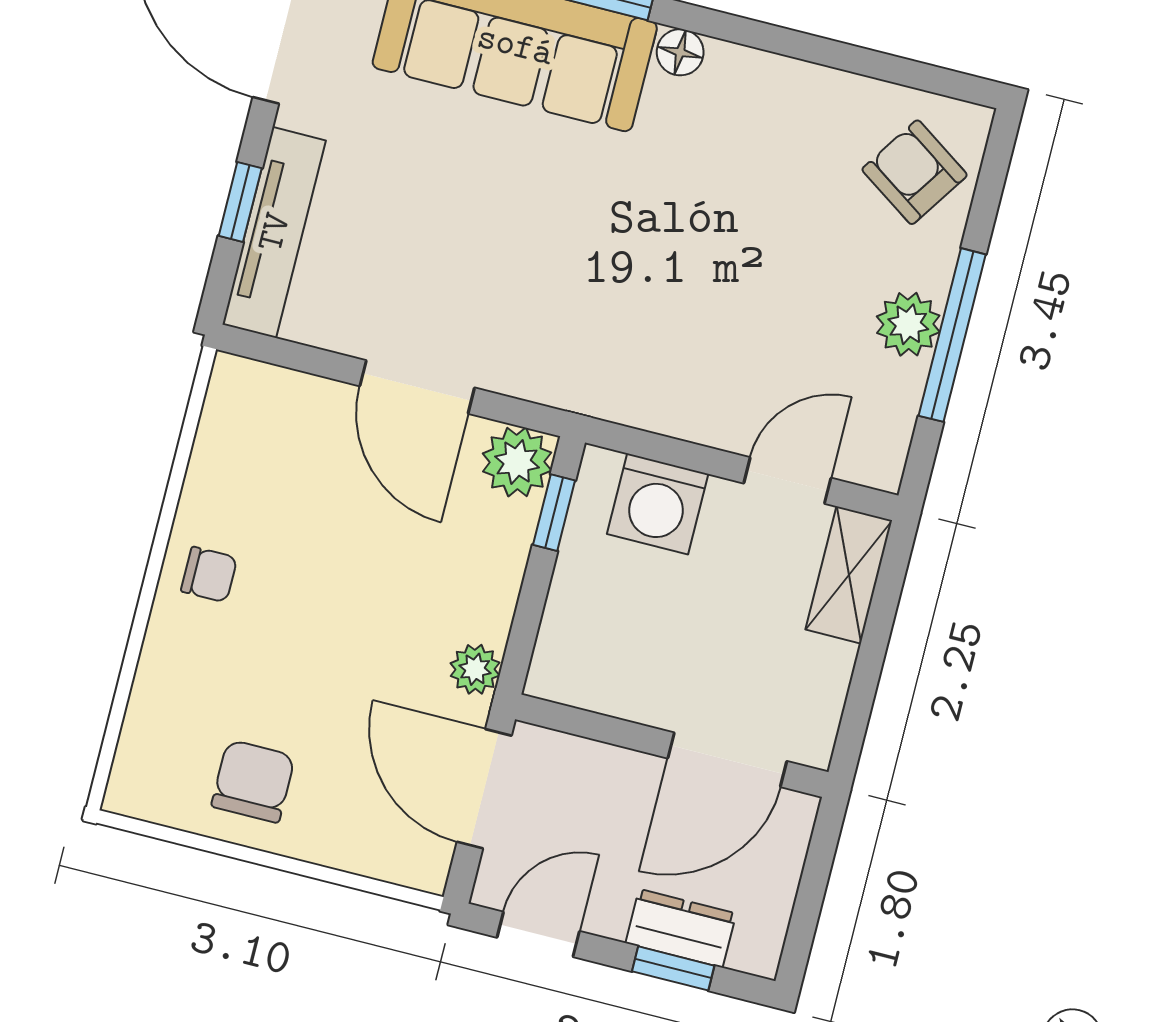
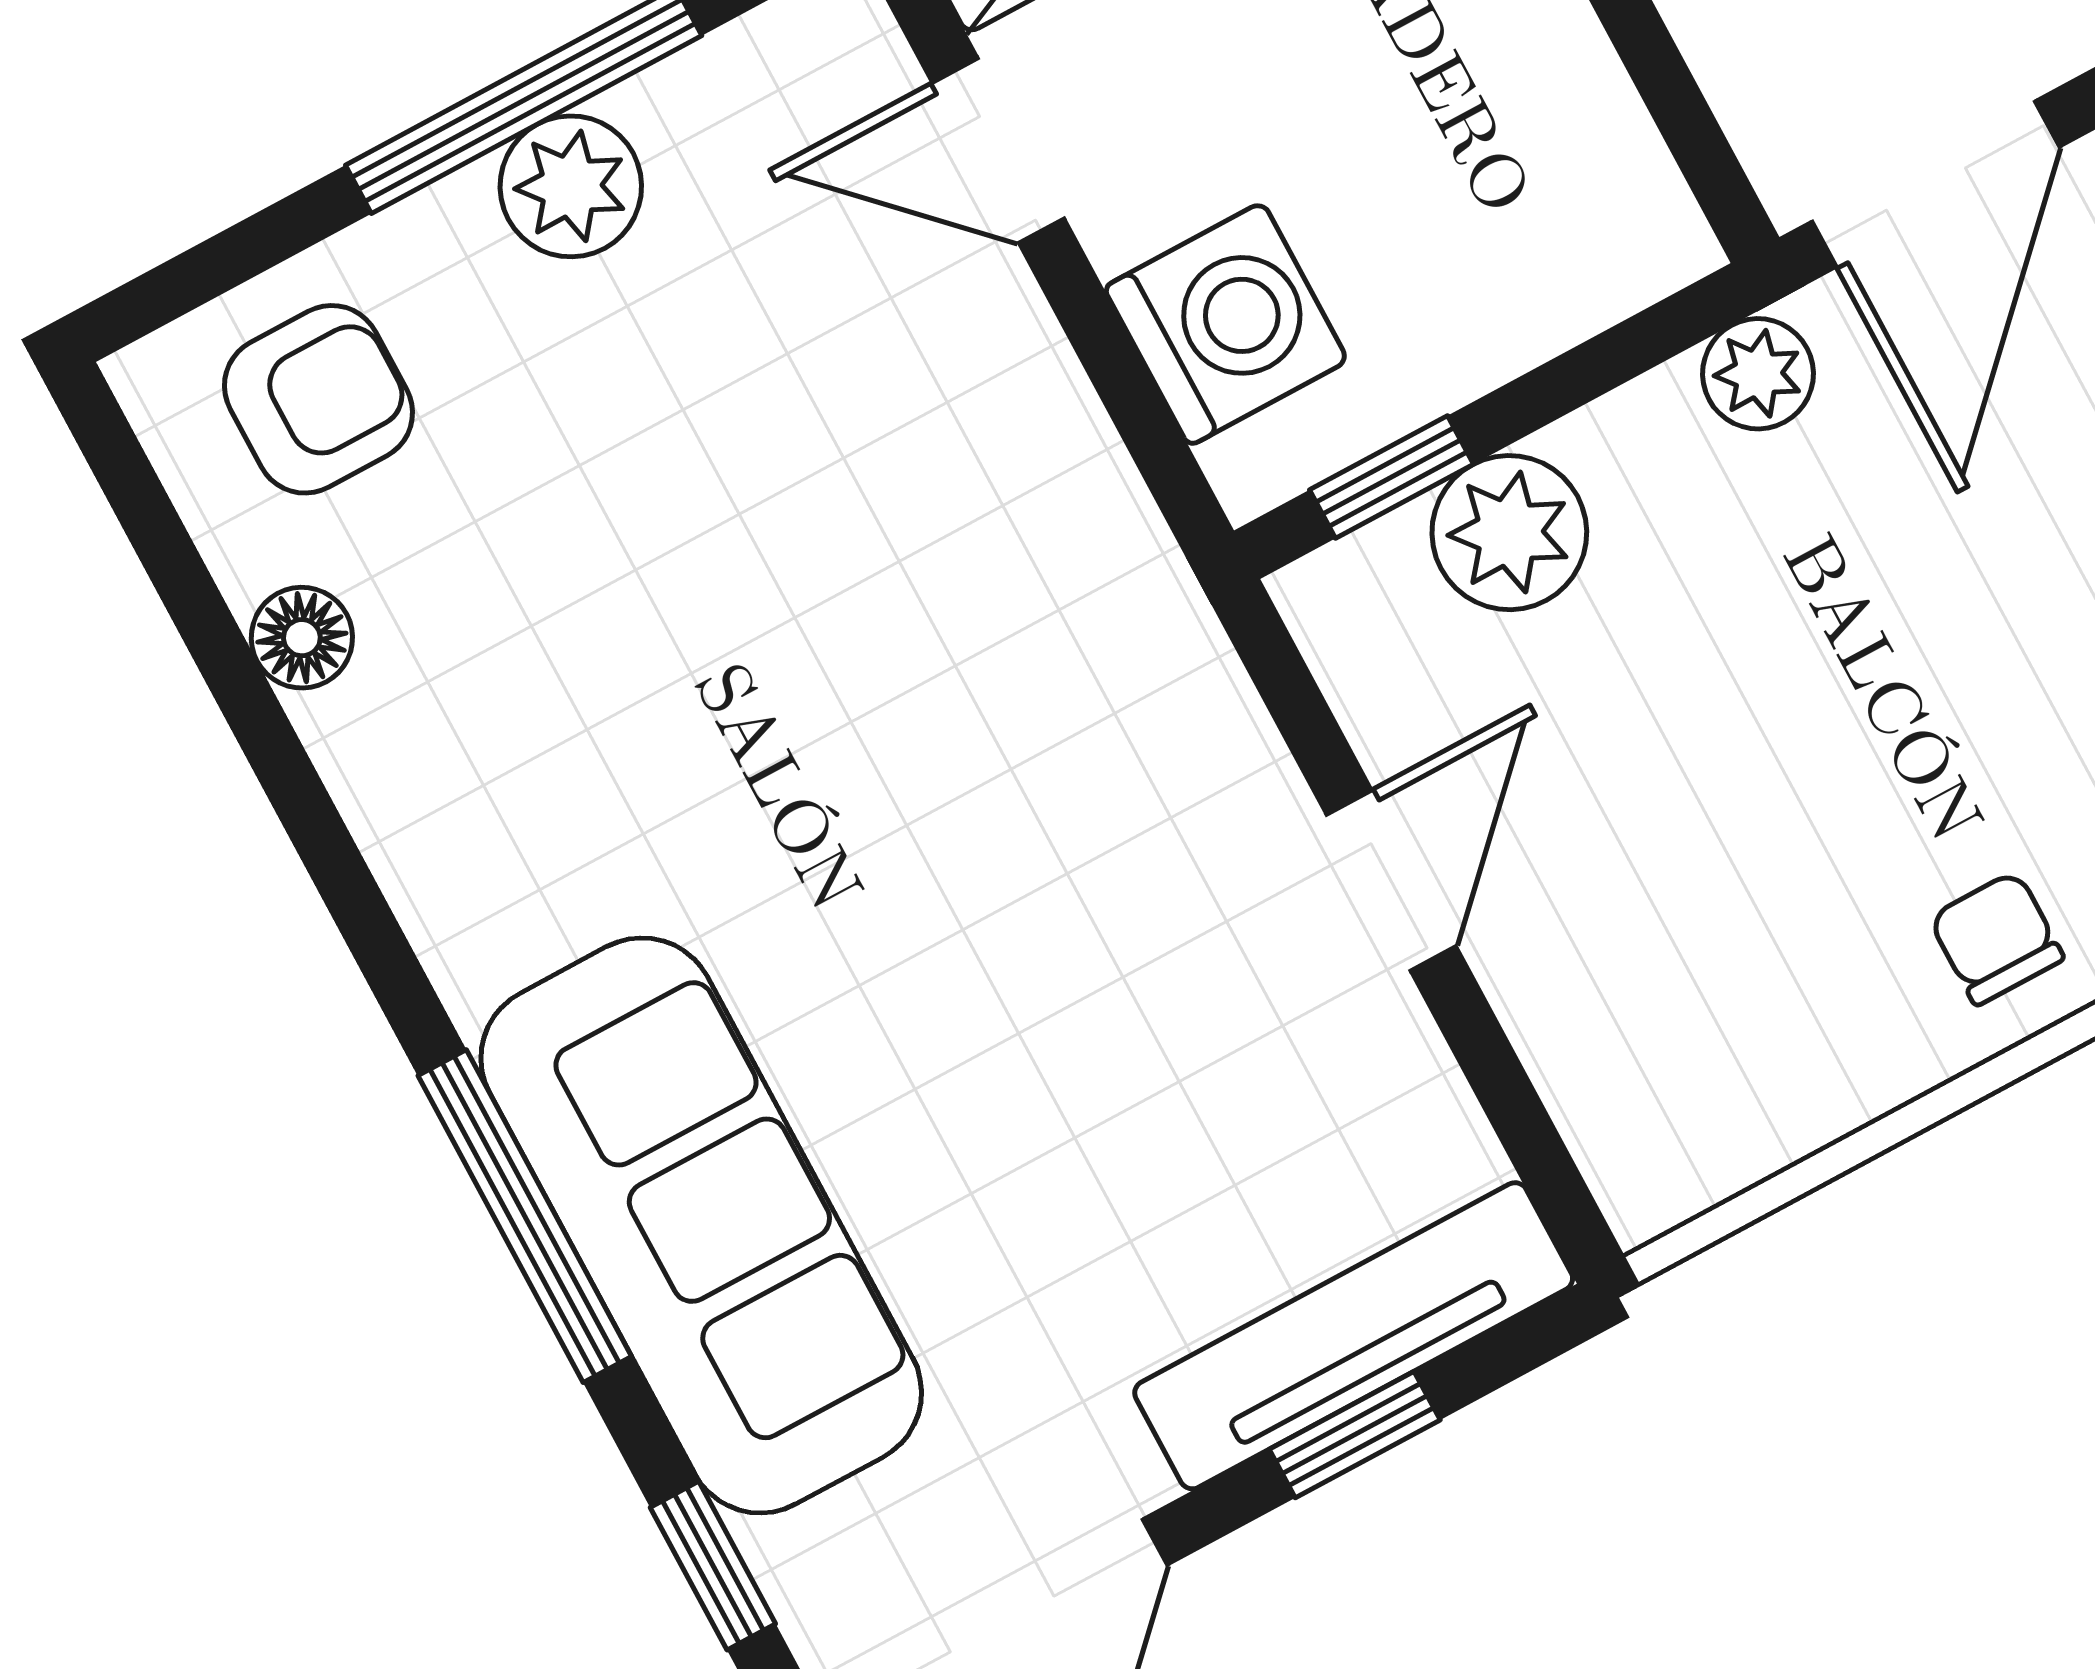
floor lamp: (680, 52) -> (302, 638), moved
armchair: (915, 172) -> (318, 399), turned -124
door: (417, 387) -> (1391, 880), width x0.73
plant: (517, 462) -> (1509, 533), moved

